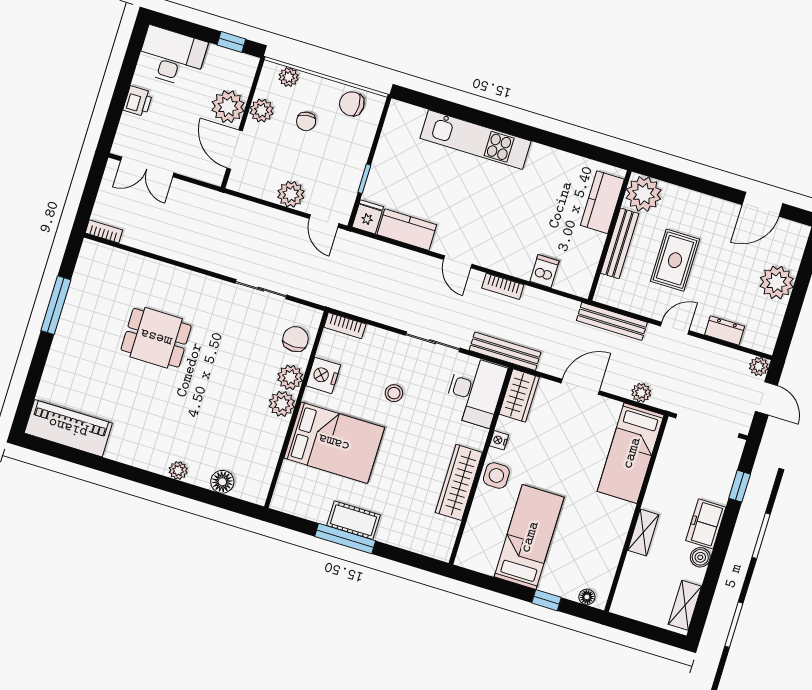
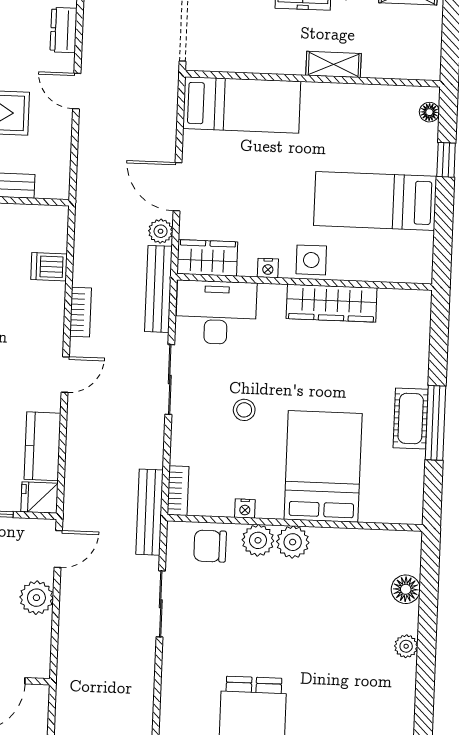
bench: (612, 321) -> (150, 512), moved
nightstand: (323, 375) -> (245, 509), width x0.53, depth x0.56
plant: (641, 393) -> (161, 231), moved

